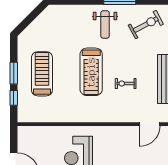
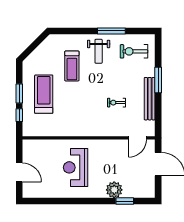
exercise bike: (146, 25) -> (134, 51), turned -152
treadmill: (91, 72) -> (72, 66), moved, width x0.73, depth x0.73

